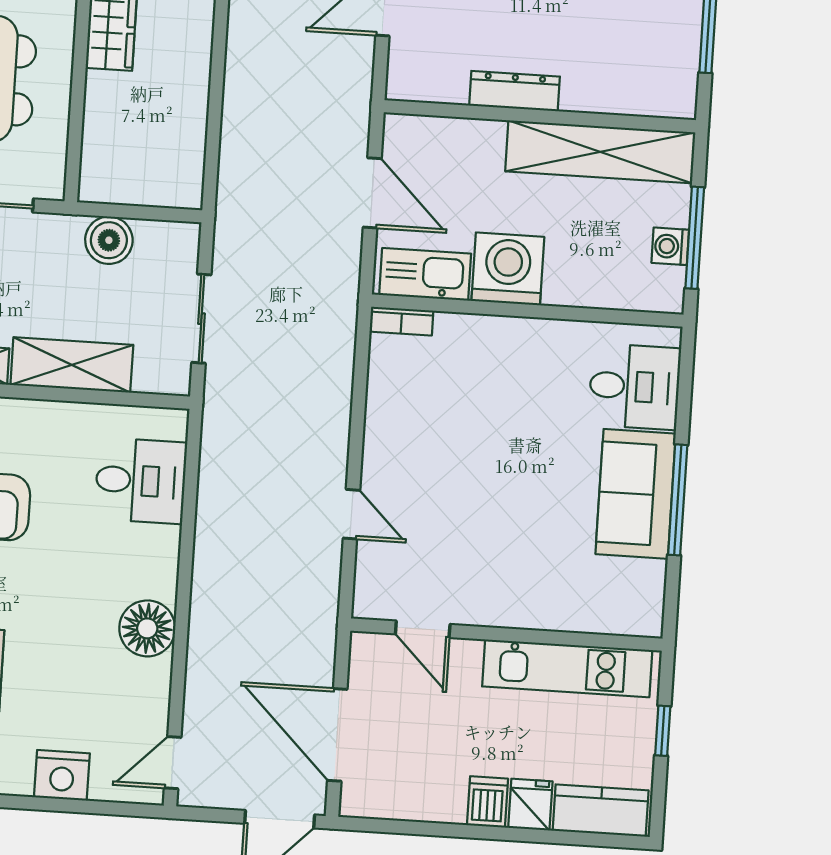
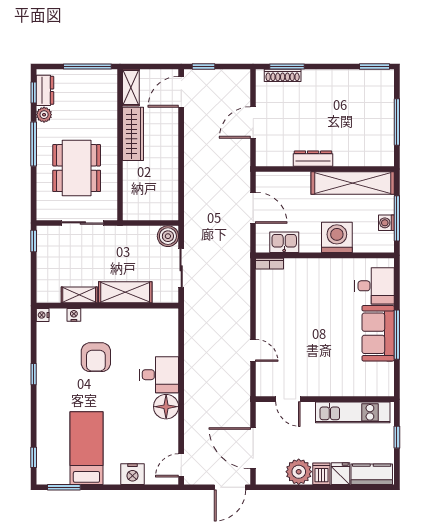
boiler: (109, 240) -> (168, 236), moved
washing machine: (508, 269) -> (337, 237), moved
kitchen sink: (425, 274) -> (284, 242), width x0.73
desk: (141, 481) -> (159, 375), moved
plant: (437, 794) -> (299, 472), added

